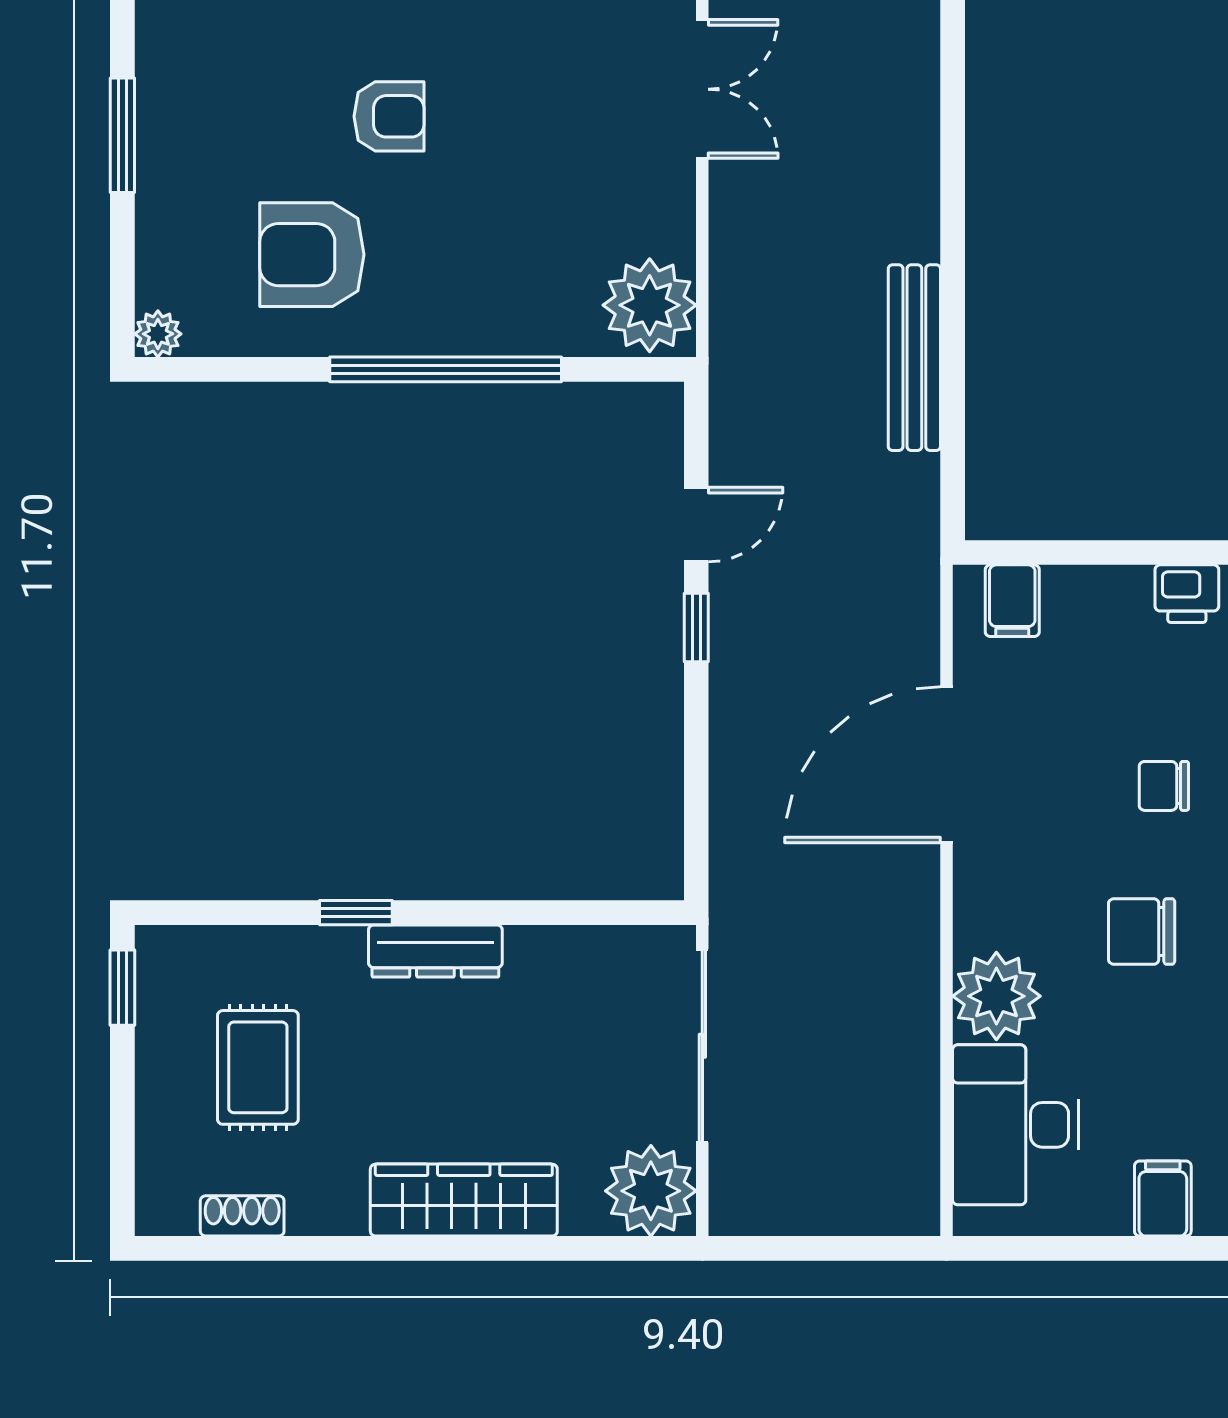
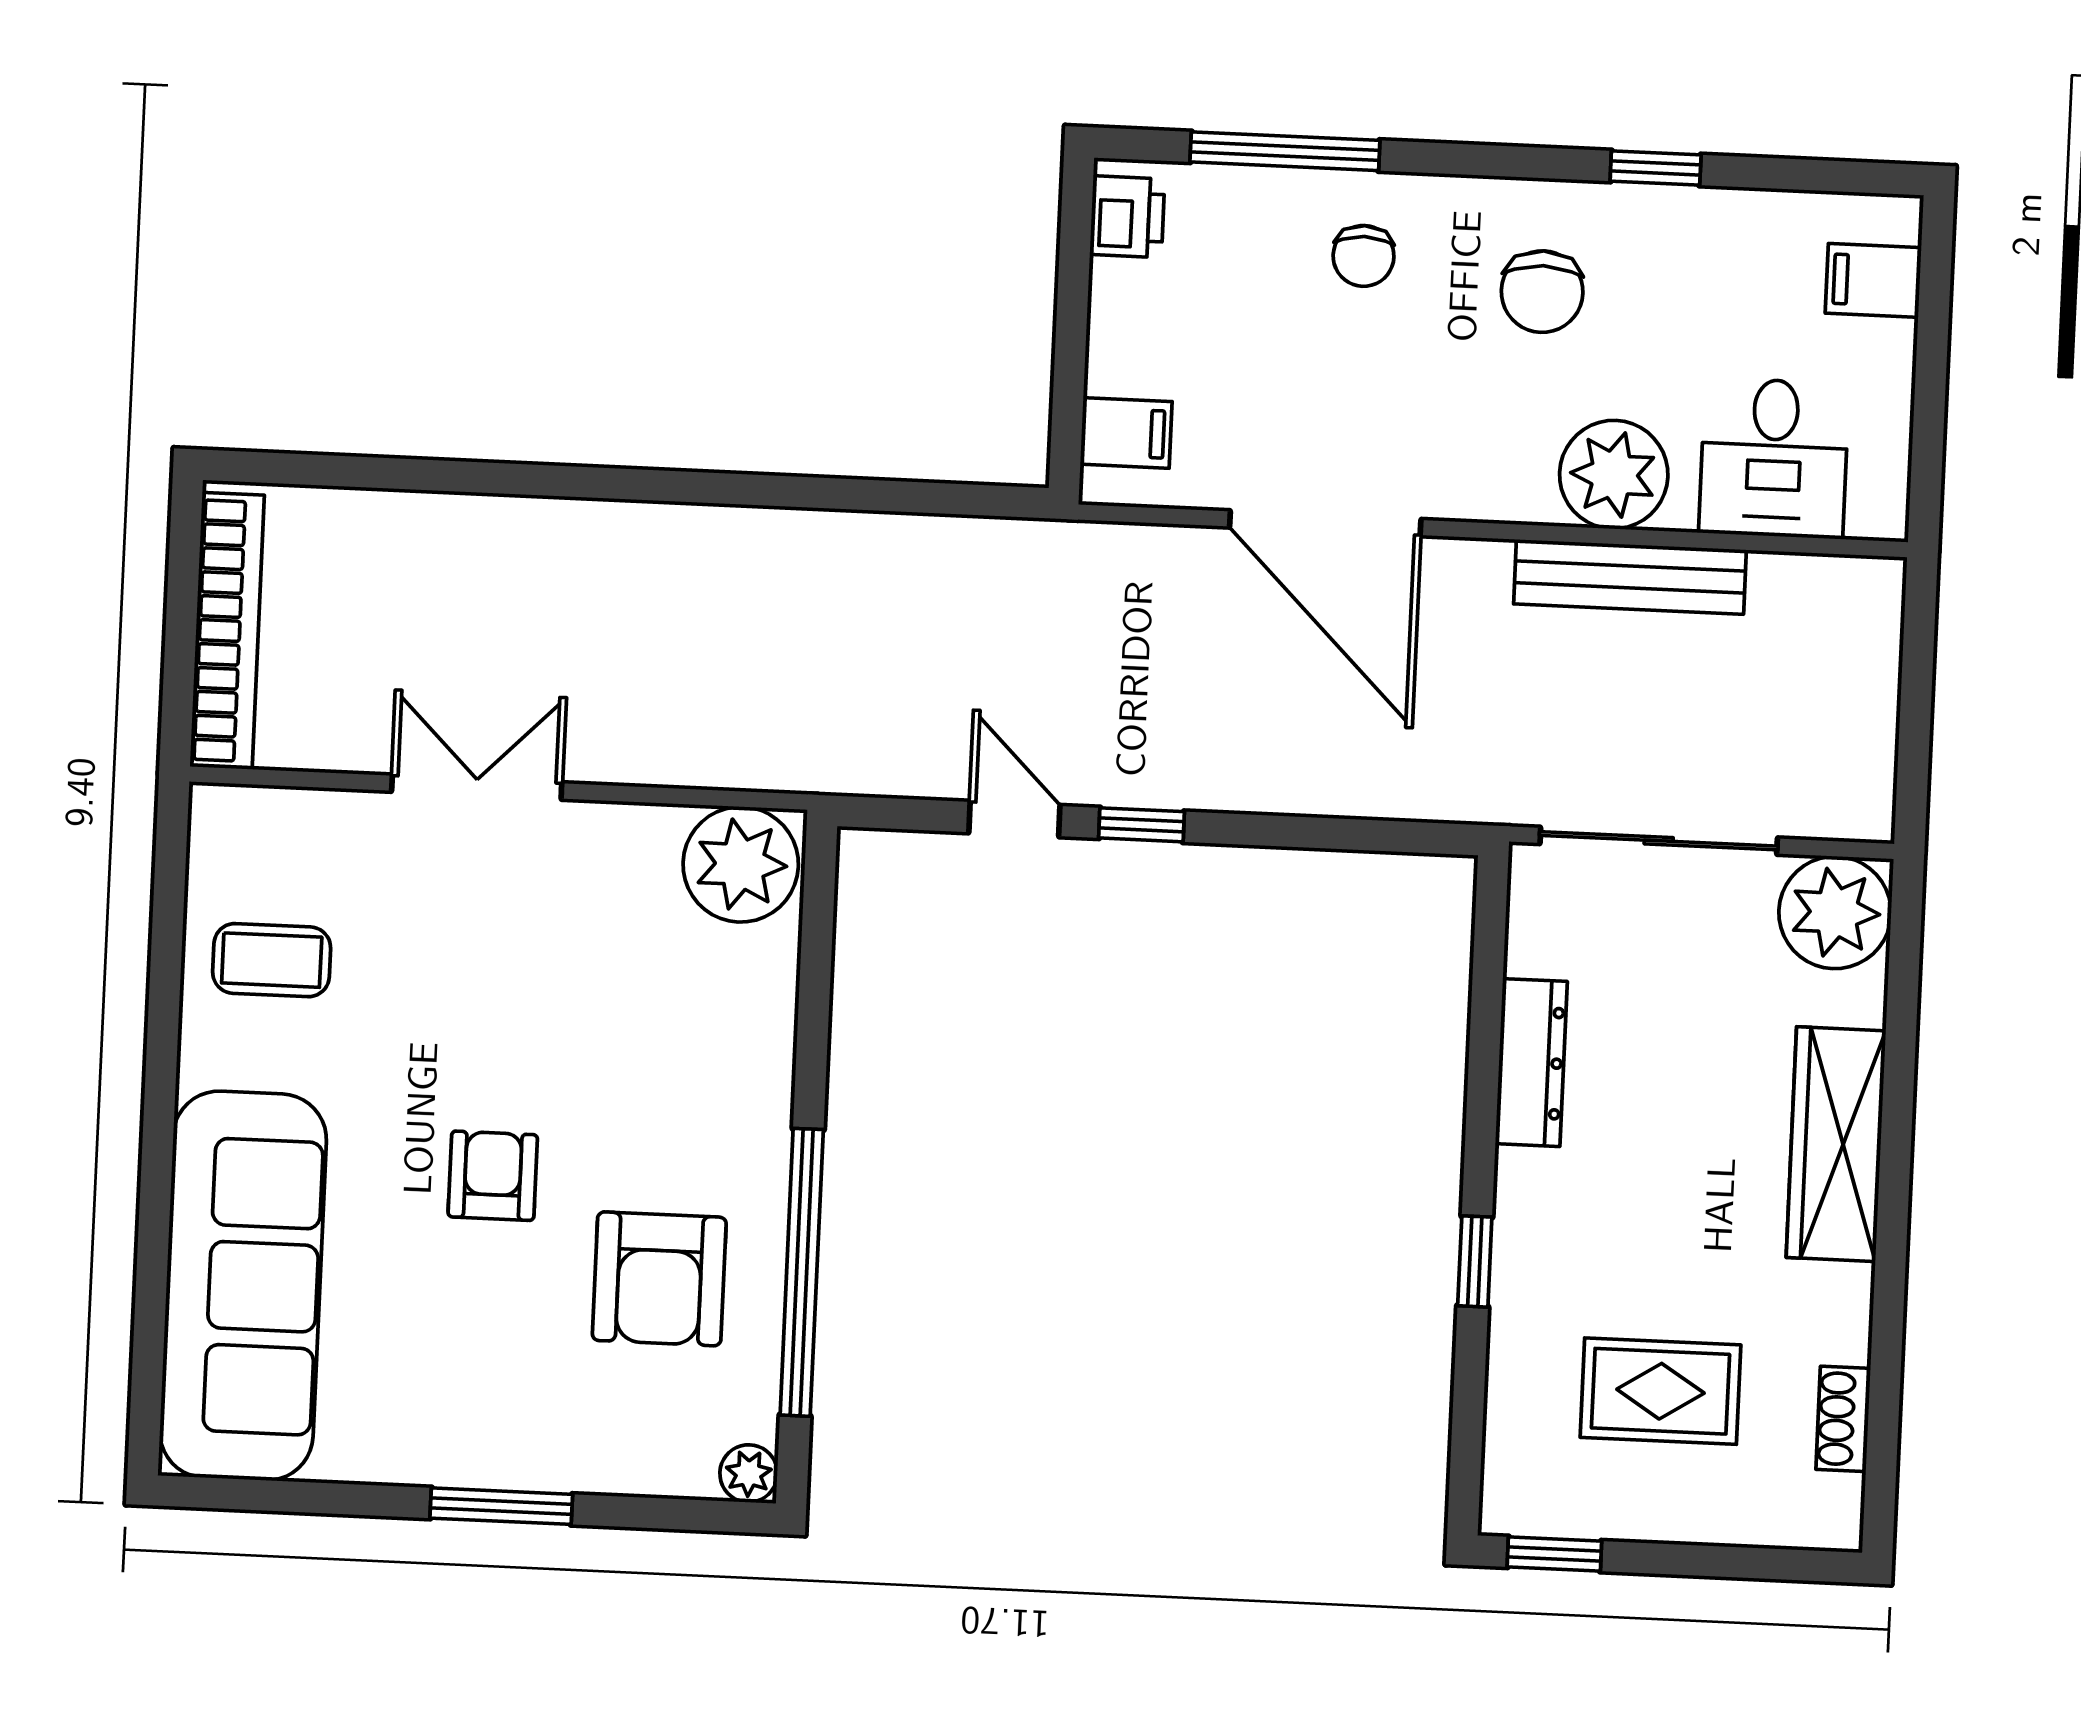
bench: (914, 358) -> (1630, 577), moved
window: (446, 369) -> (802, 1272), moved
dresser: (435, 951) -> (1531, 1063), moved
desk: (1016, 1125) -> (1774, 458), width x0.73

